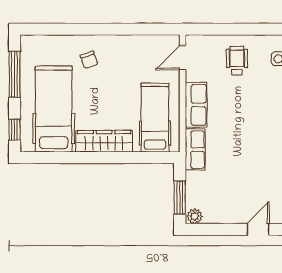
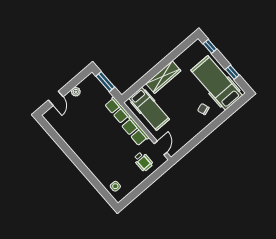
wheelchair: (237, 61) -> (143, 161), moved
window: (15, 74) -> (232, 72), width x0.46
hospital bed: (54, 109) -> (217, 83), moved, turned 180
plant: (195, 216) -> (76, 92), moved

